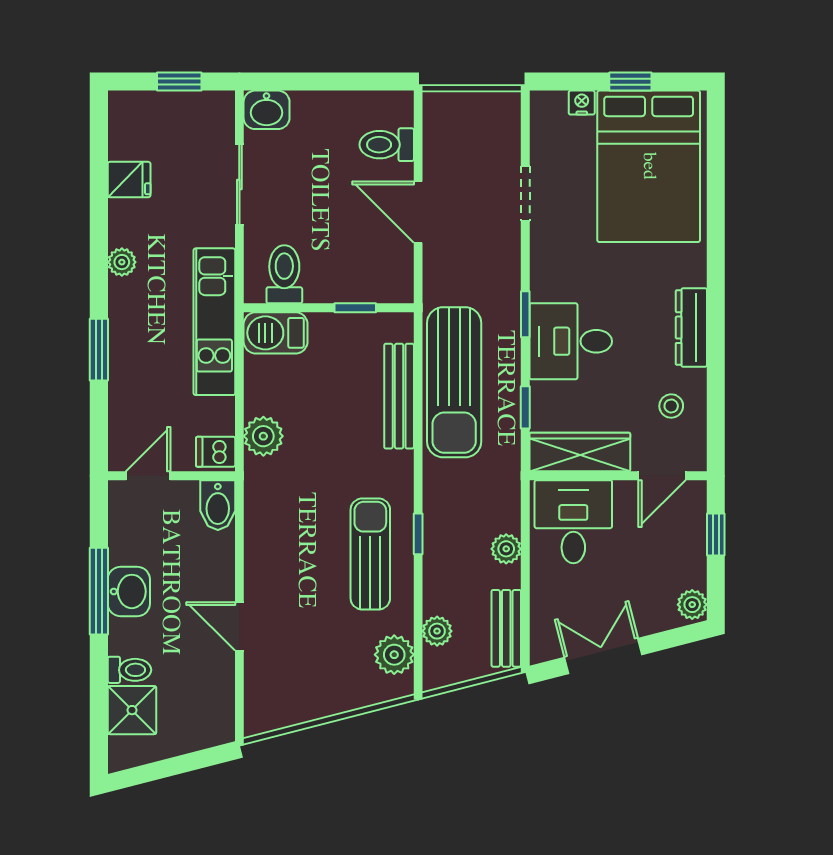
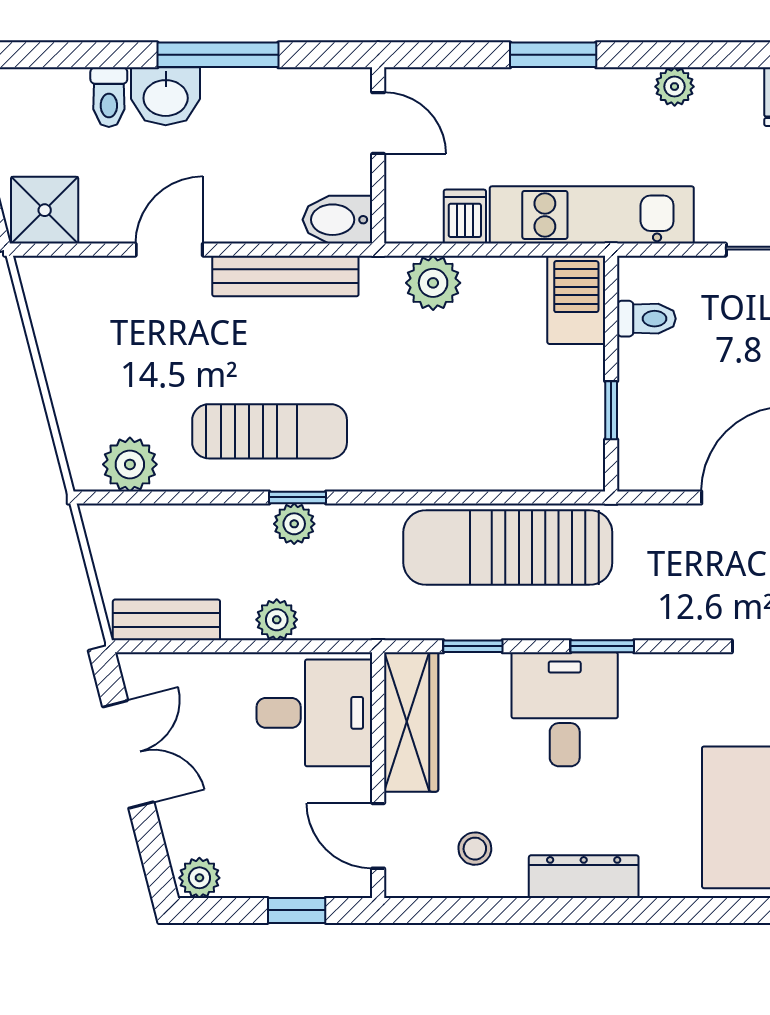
toilet: (284, 274) -> (646, 319), width x0.73, depth x0.72
bench: (399, 396) -> (285, 276), moved
dishwasher: (216, 452) -> (465, 217), moved
washbasin: (129, 591) -> (166, 96), moved
plant: (437, 631) -> (294, 524), moved
shower: (132, 710) -> (45, 210), moved

